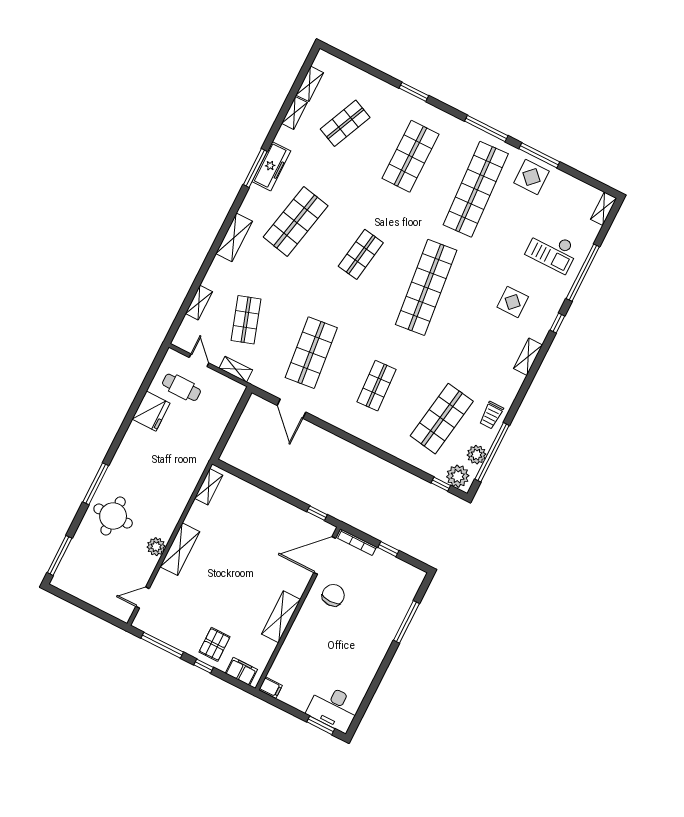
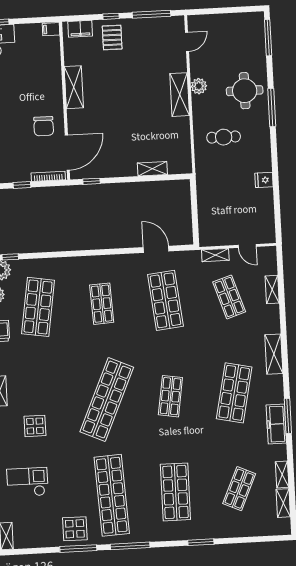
shop shelf: (426, 287) -> (107, 399), turned 30
cafe table: (181, 387) -> (224, 137), moved
fridge: (151, 411) -> (264, 180), width x0.53, depth x0.75
shelving: (209, 487) -> (152, 169), moved, turned 90

